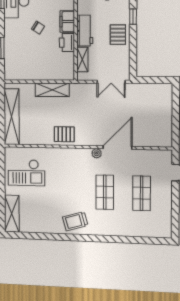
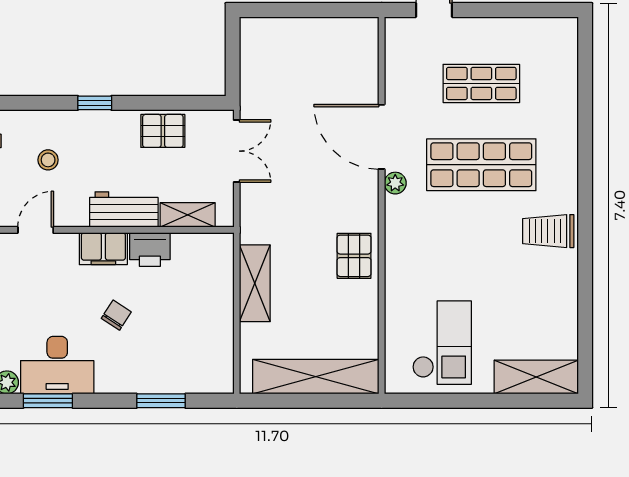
pallet: (118, 35) -> (163, 131), moved
shop shelf: (105, 192) -> (481, 165), width x1.43, depth x1.36
trolley: (75, 221) -> (548, 231), turned 106

